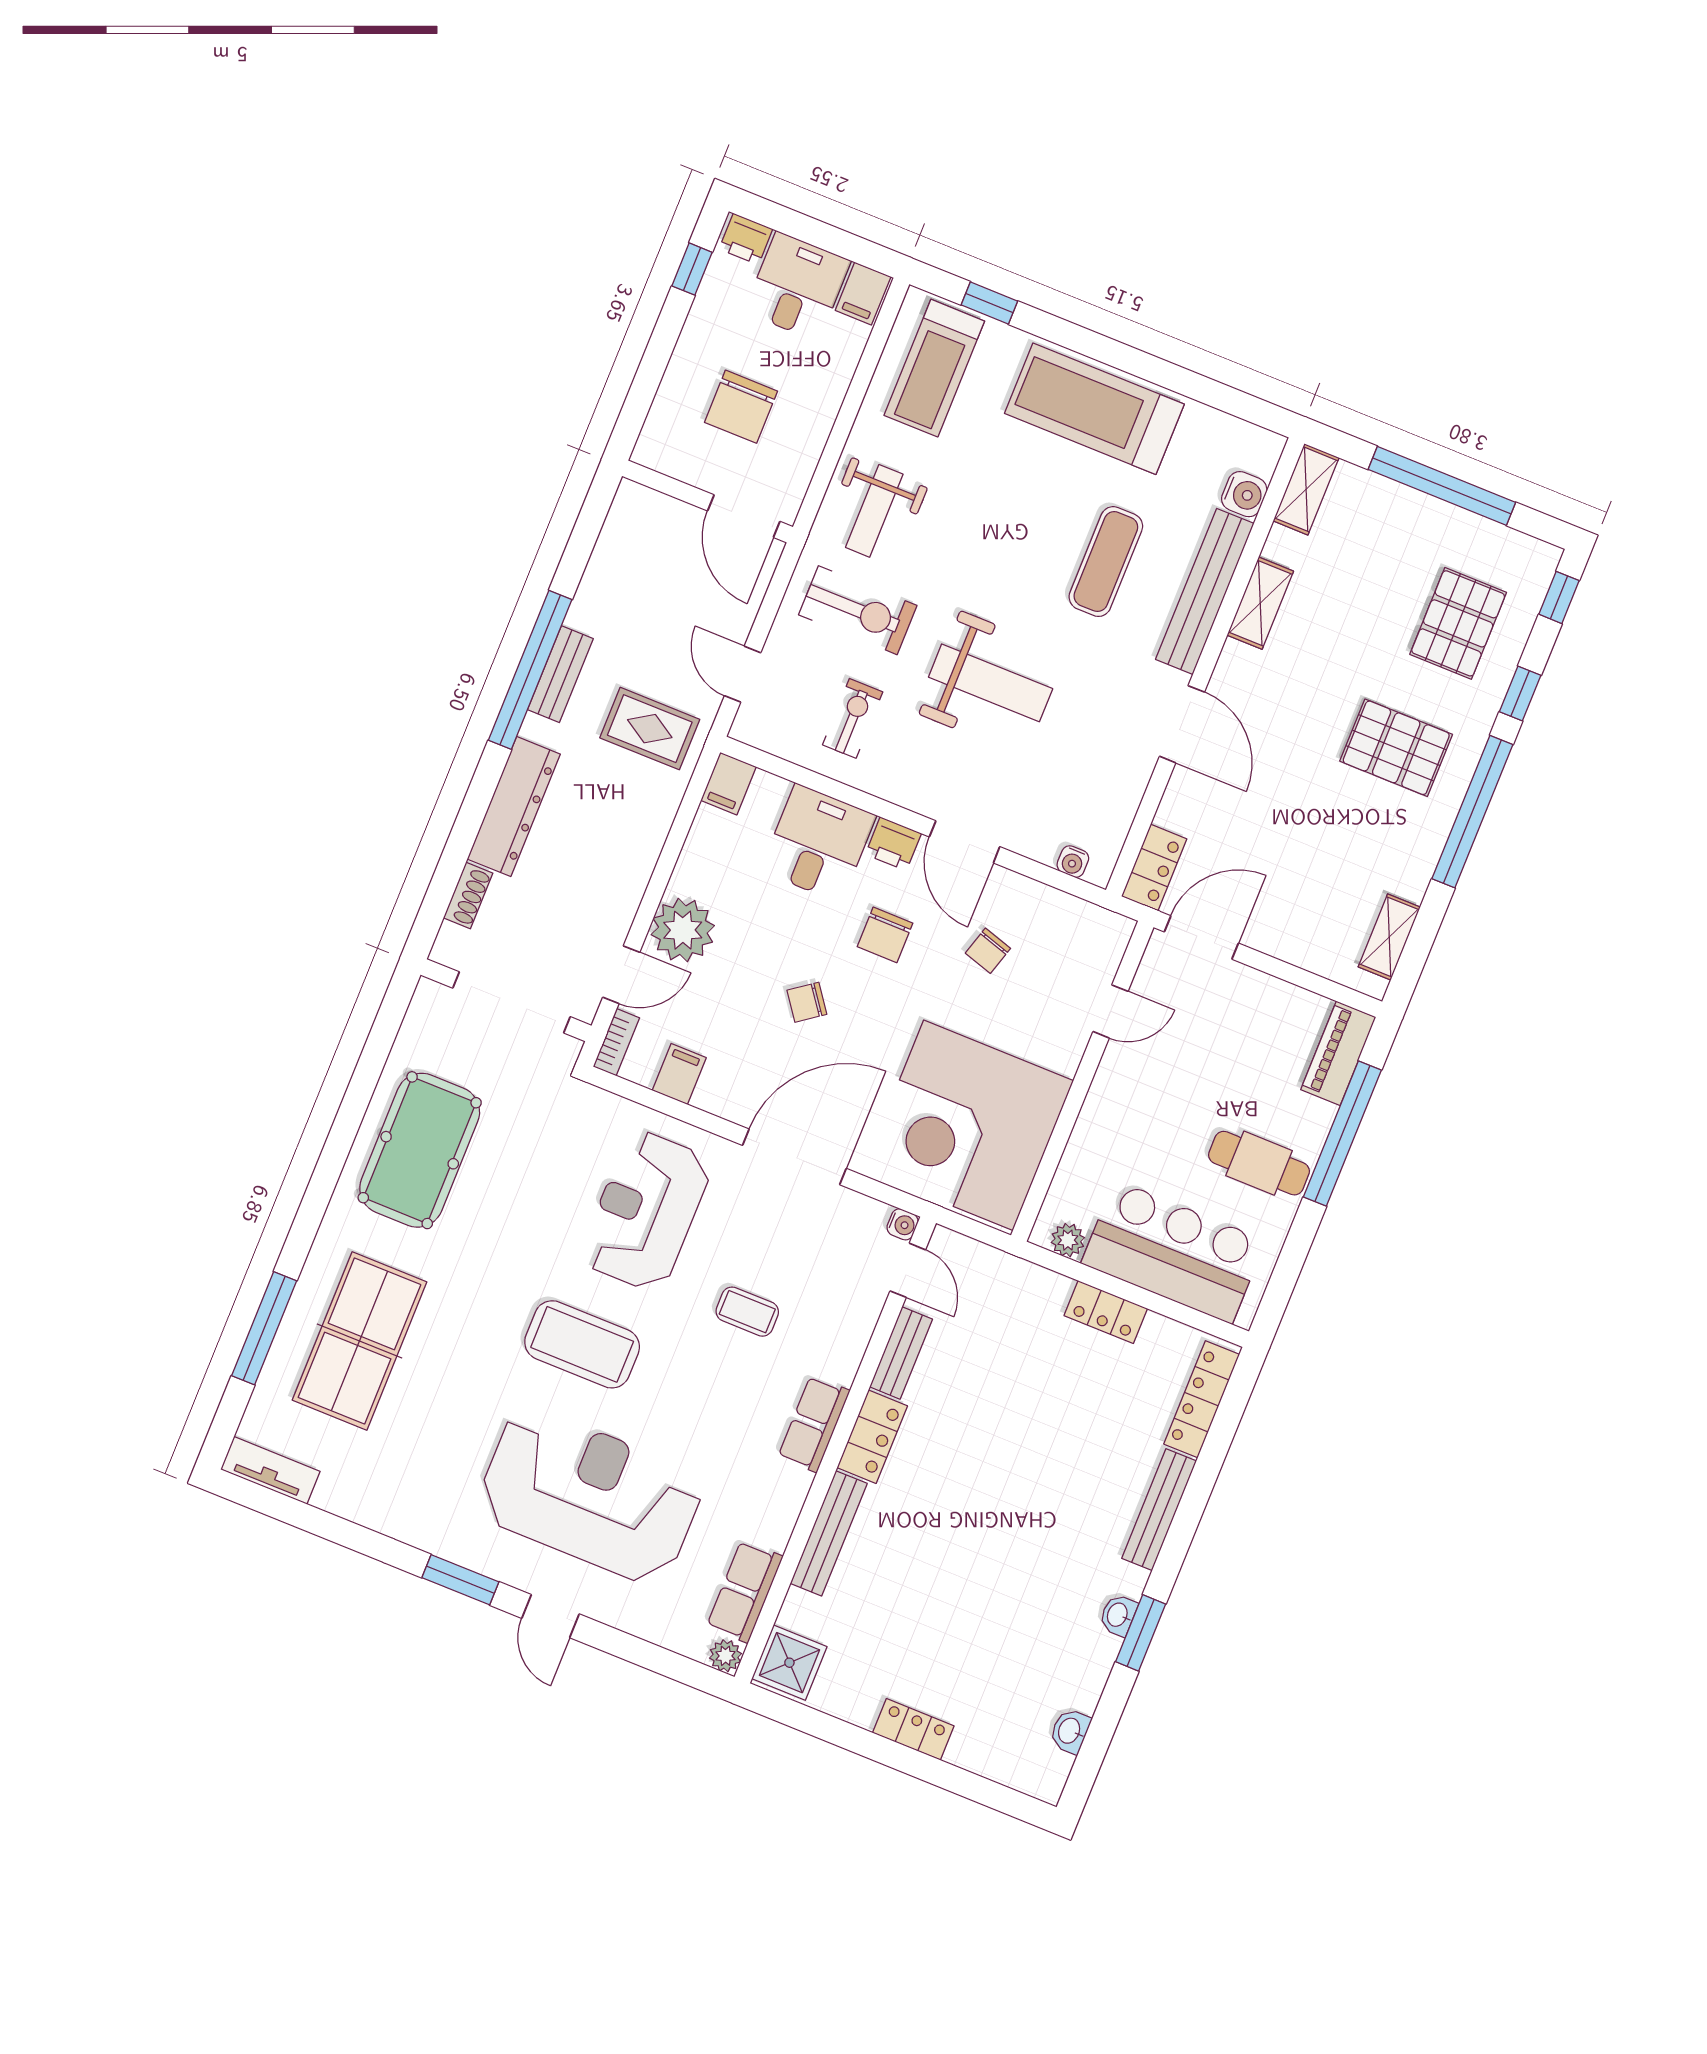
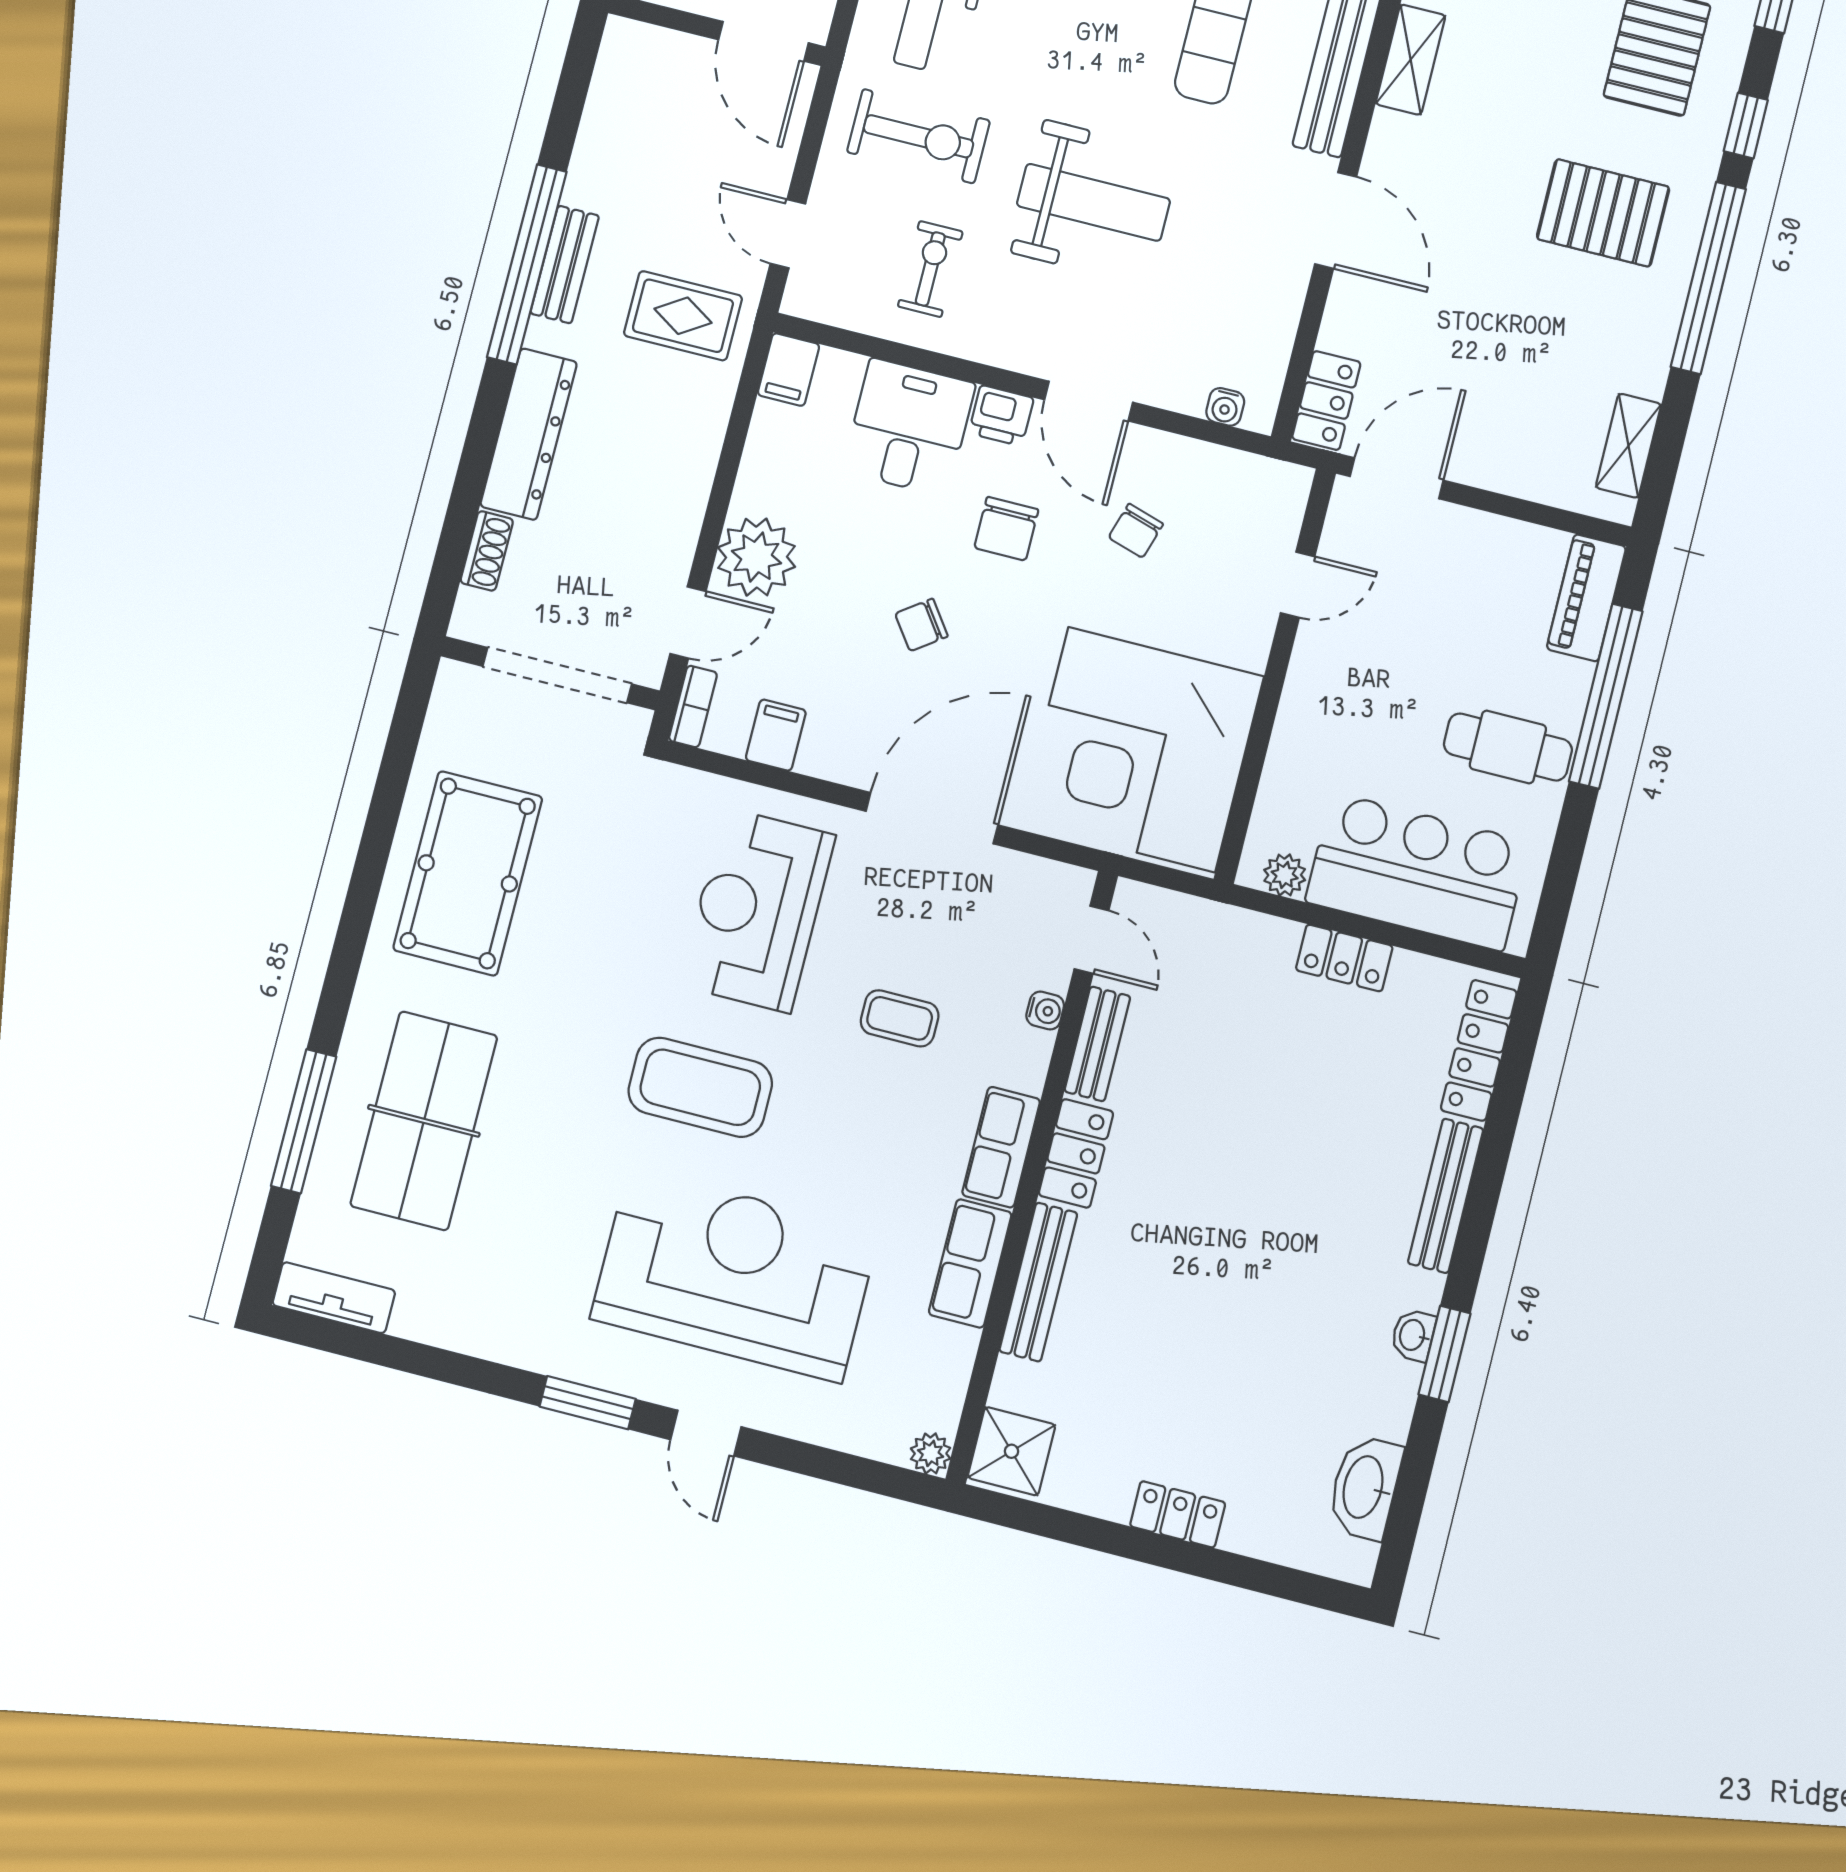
water cooler: (903, 1224) -> (1045, 1011), moved
row of seats: (745, 1591) -> (970, 1263), moved
washbasin: (1070, 1731) -> (1365, 1487), width x1.91, depth x1.45

